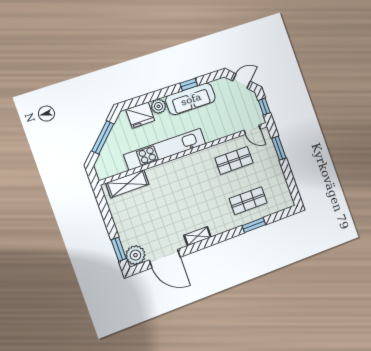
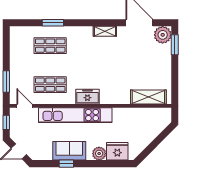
sofa: (191, 99) -> (69, 151), width x0.73
window: (103, 137) -> (155, 143), removed
kitchen unit: (165, 149) -> (75, 115), moved
freezer: (192, 162) -> (87, 97), added

